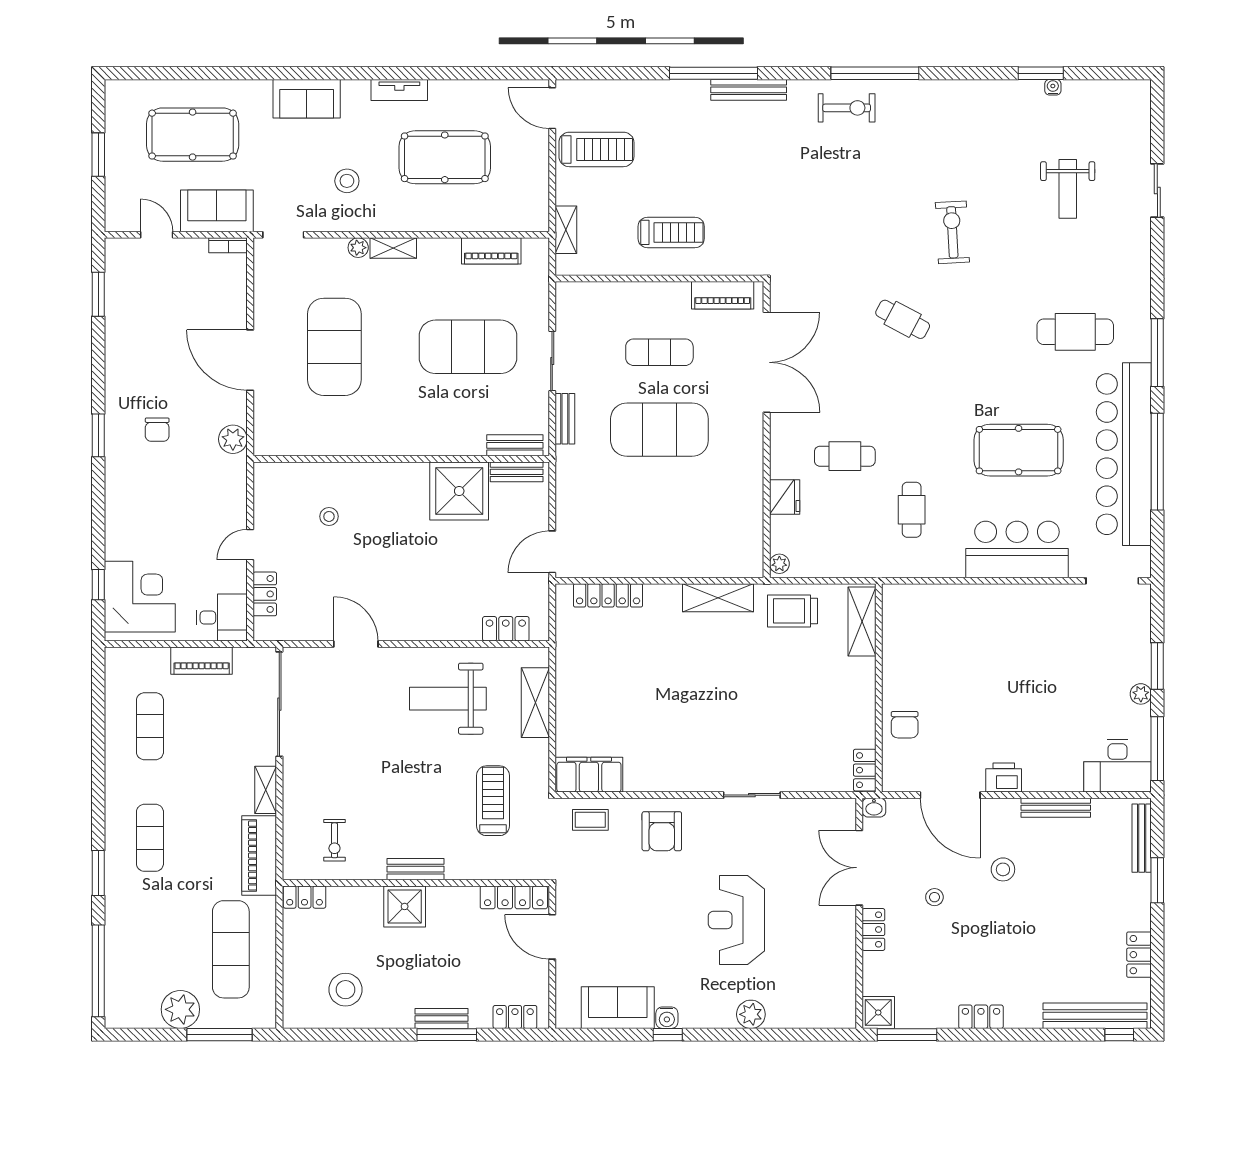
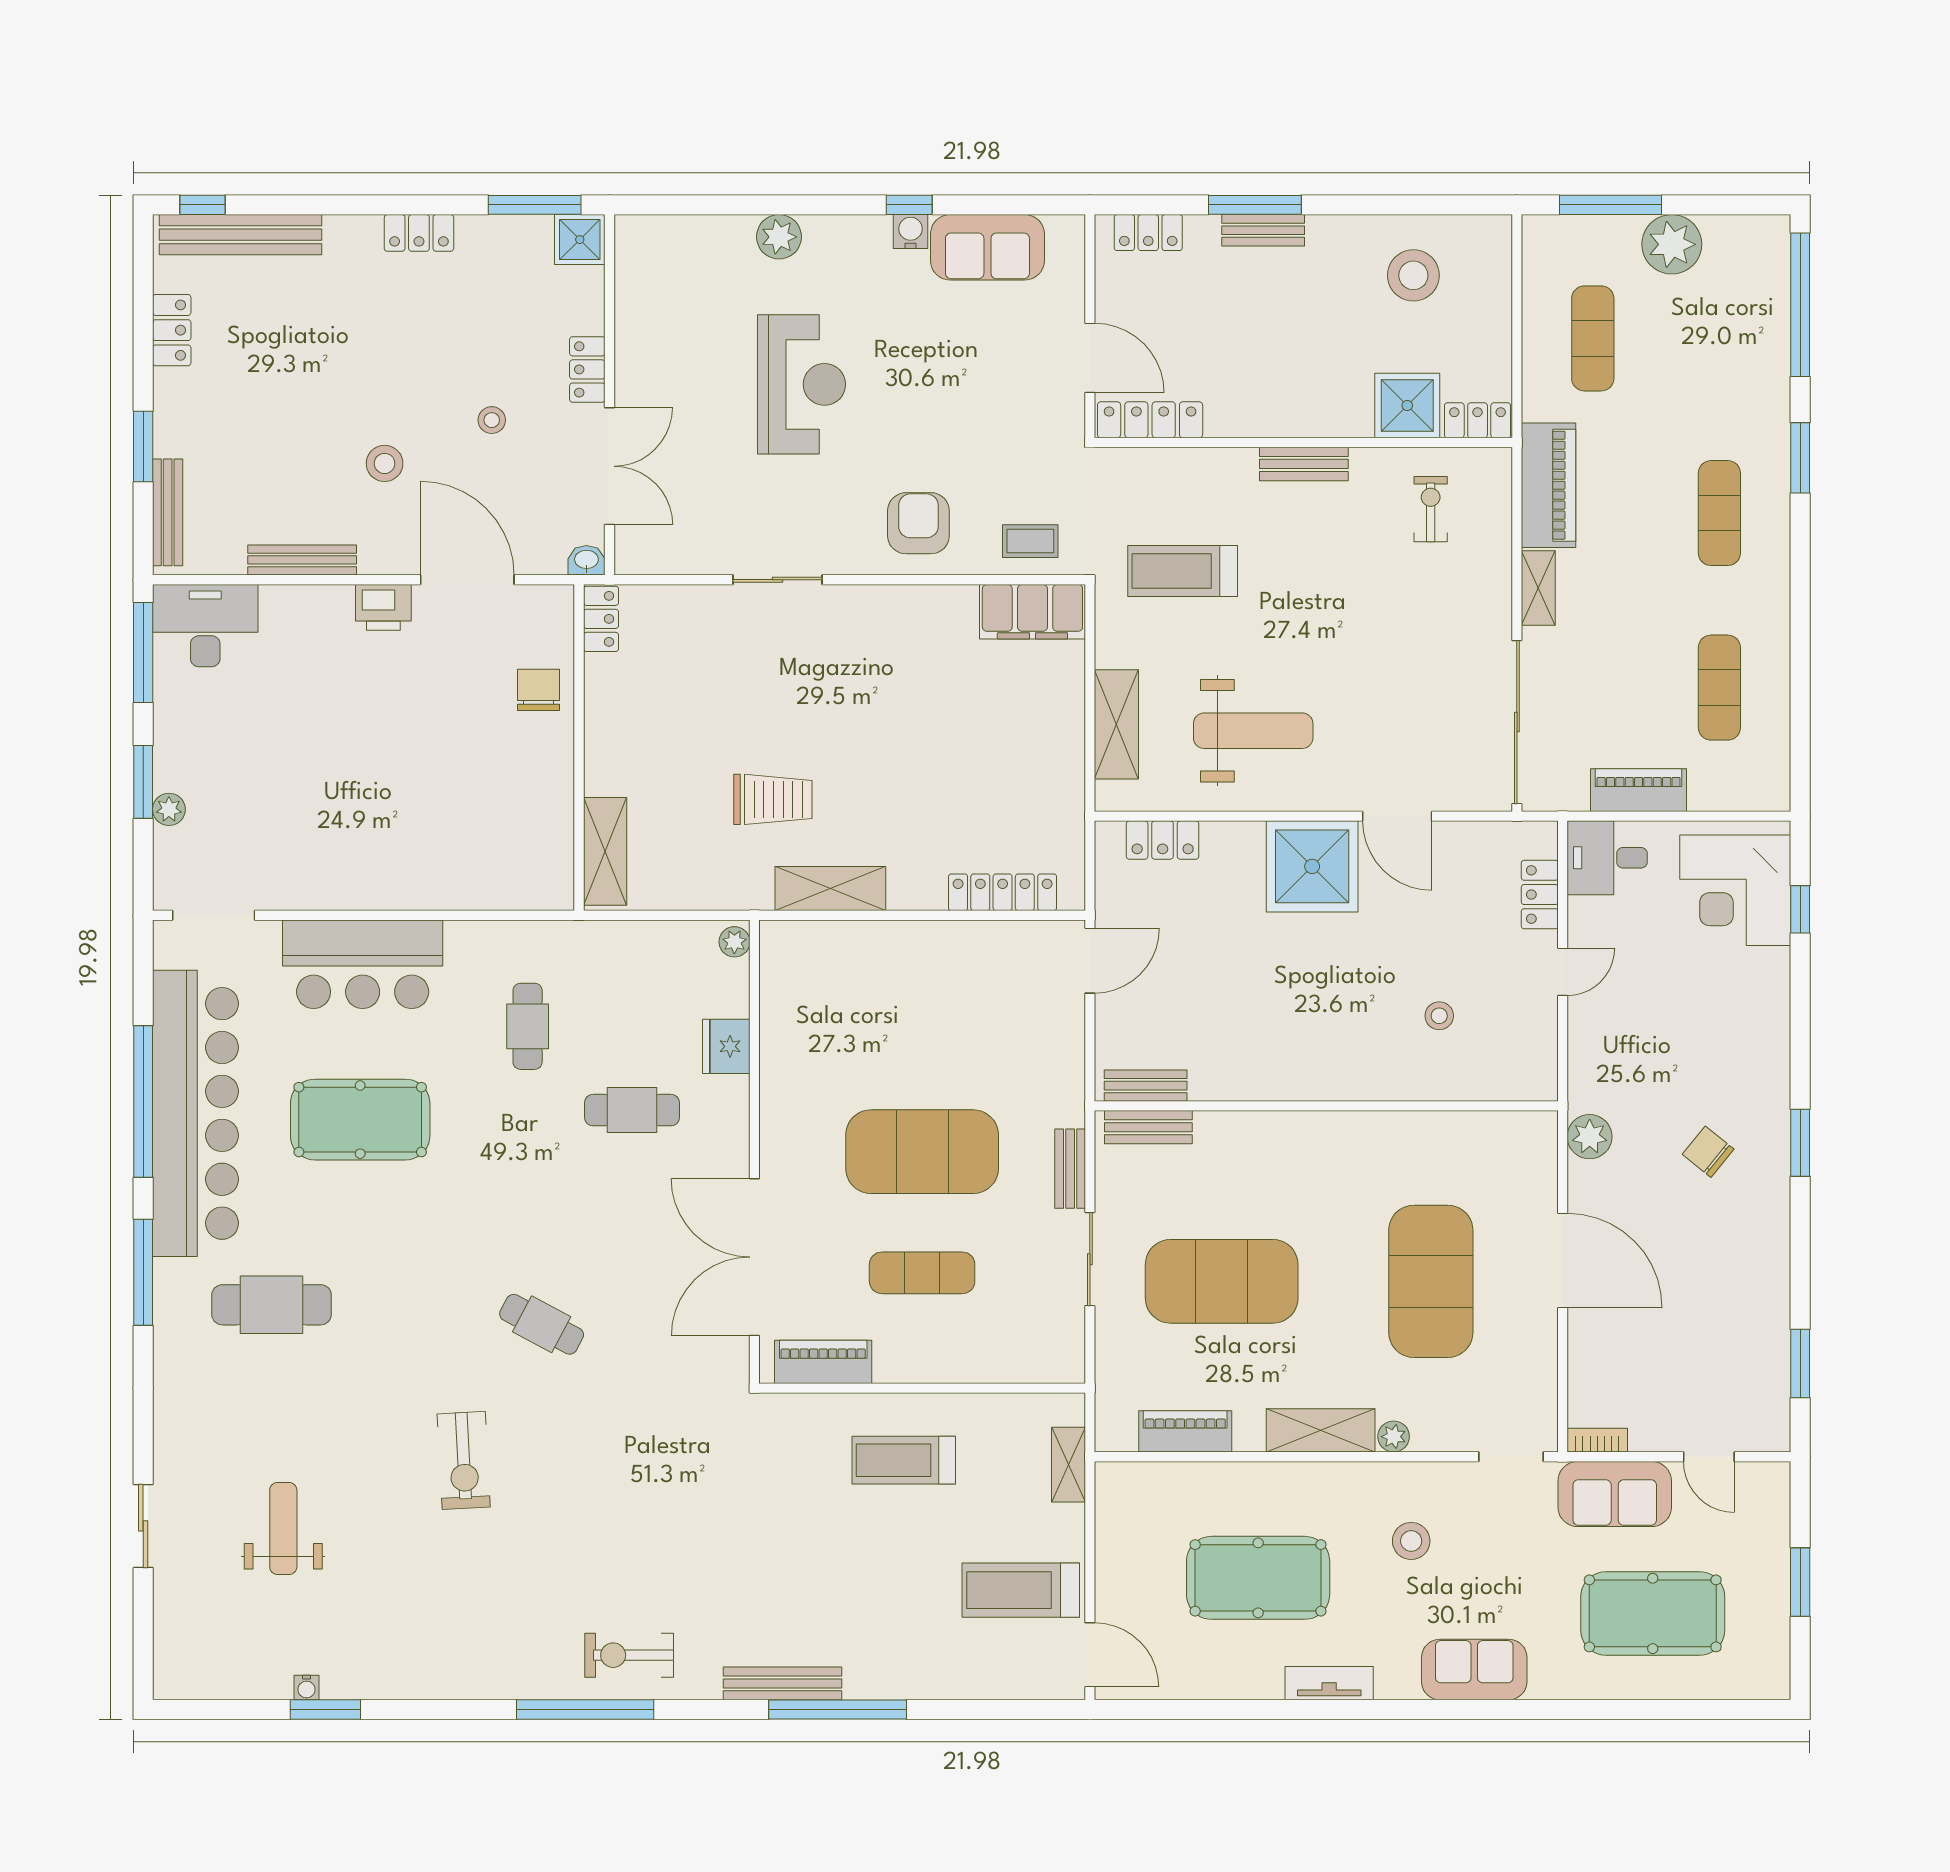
shelving: (393, 248) -> (1321, 1430), width x1.50, depth x1.33
chair: (157, 430) -> (1708, 1152), turned -51
shower: (459, 491) -> (1312, 866), moved
trolley: (792, 611) -> (773, 799), moved
plant: (1141, 694) -> (169, 809), moved
treadmill: (493, 801) -> (1183, 571), turned 90
shower: (405, 906) -> (1407, 406), moved
exercise mat: (231, 949) -> (1593, 338), width x0.73, depth x0.69

